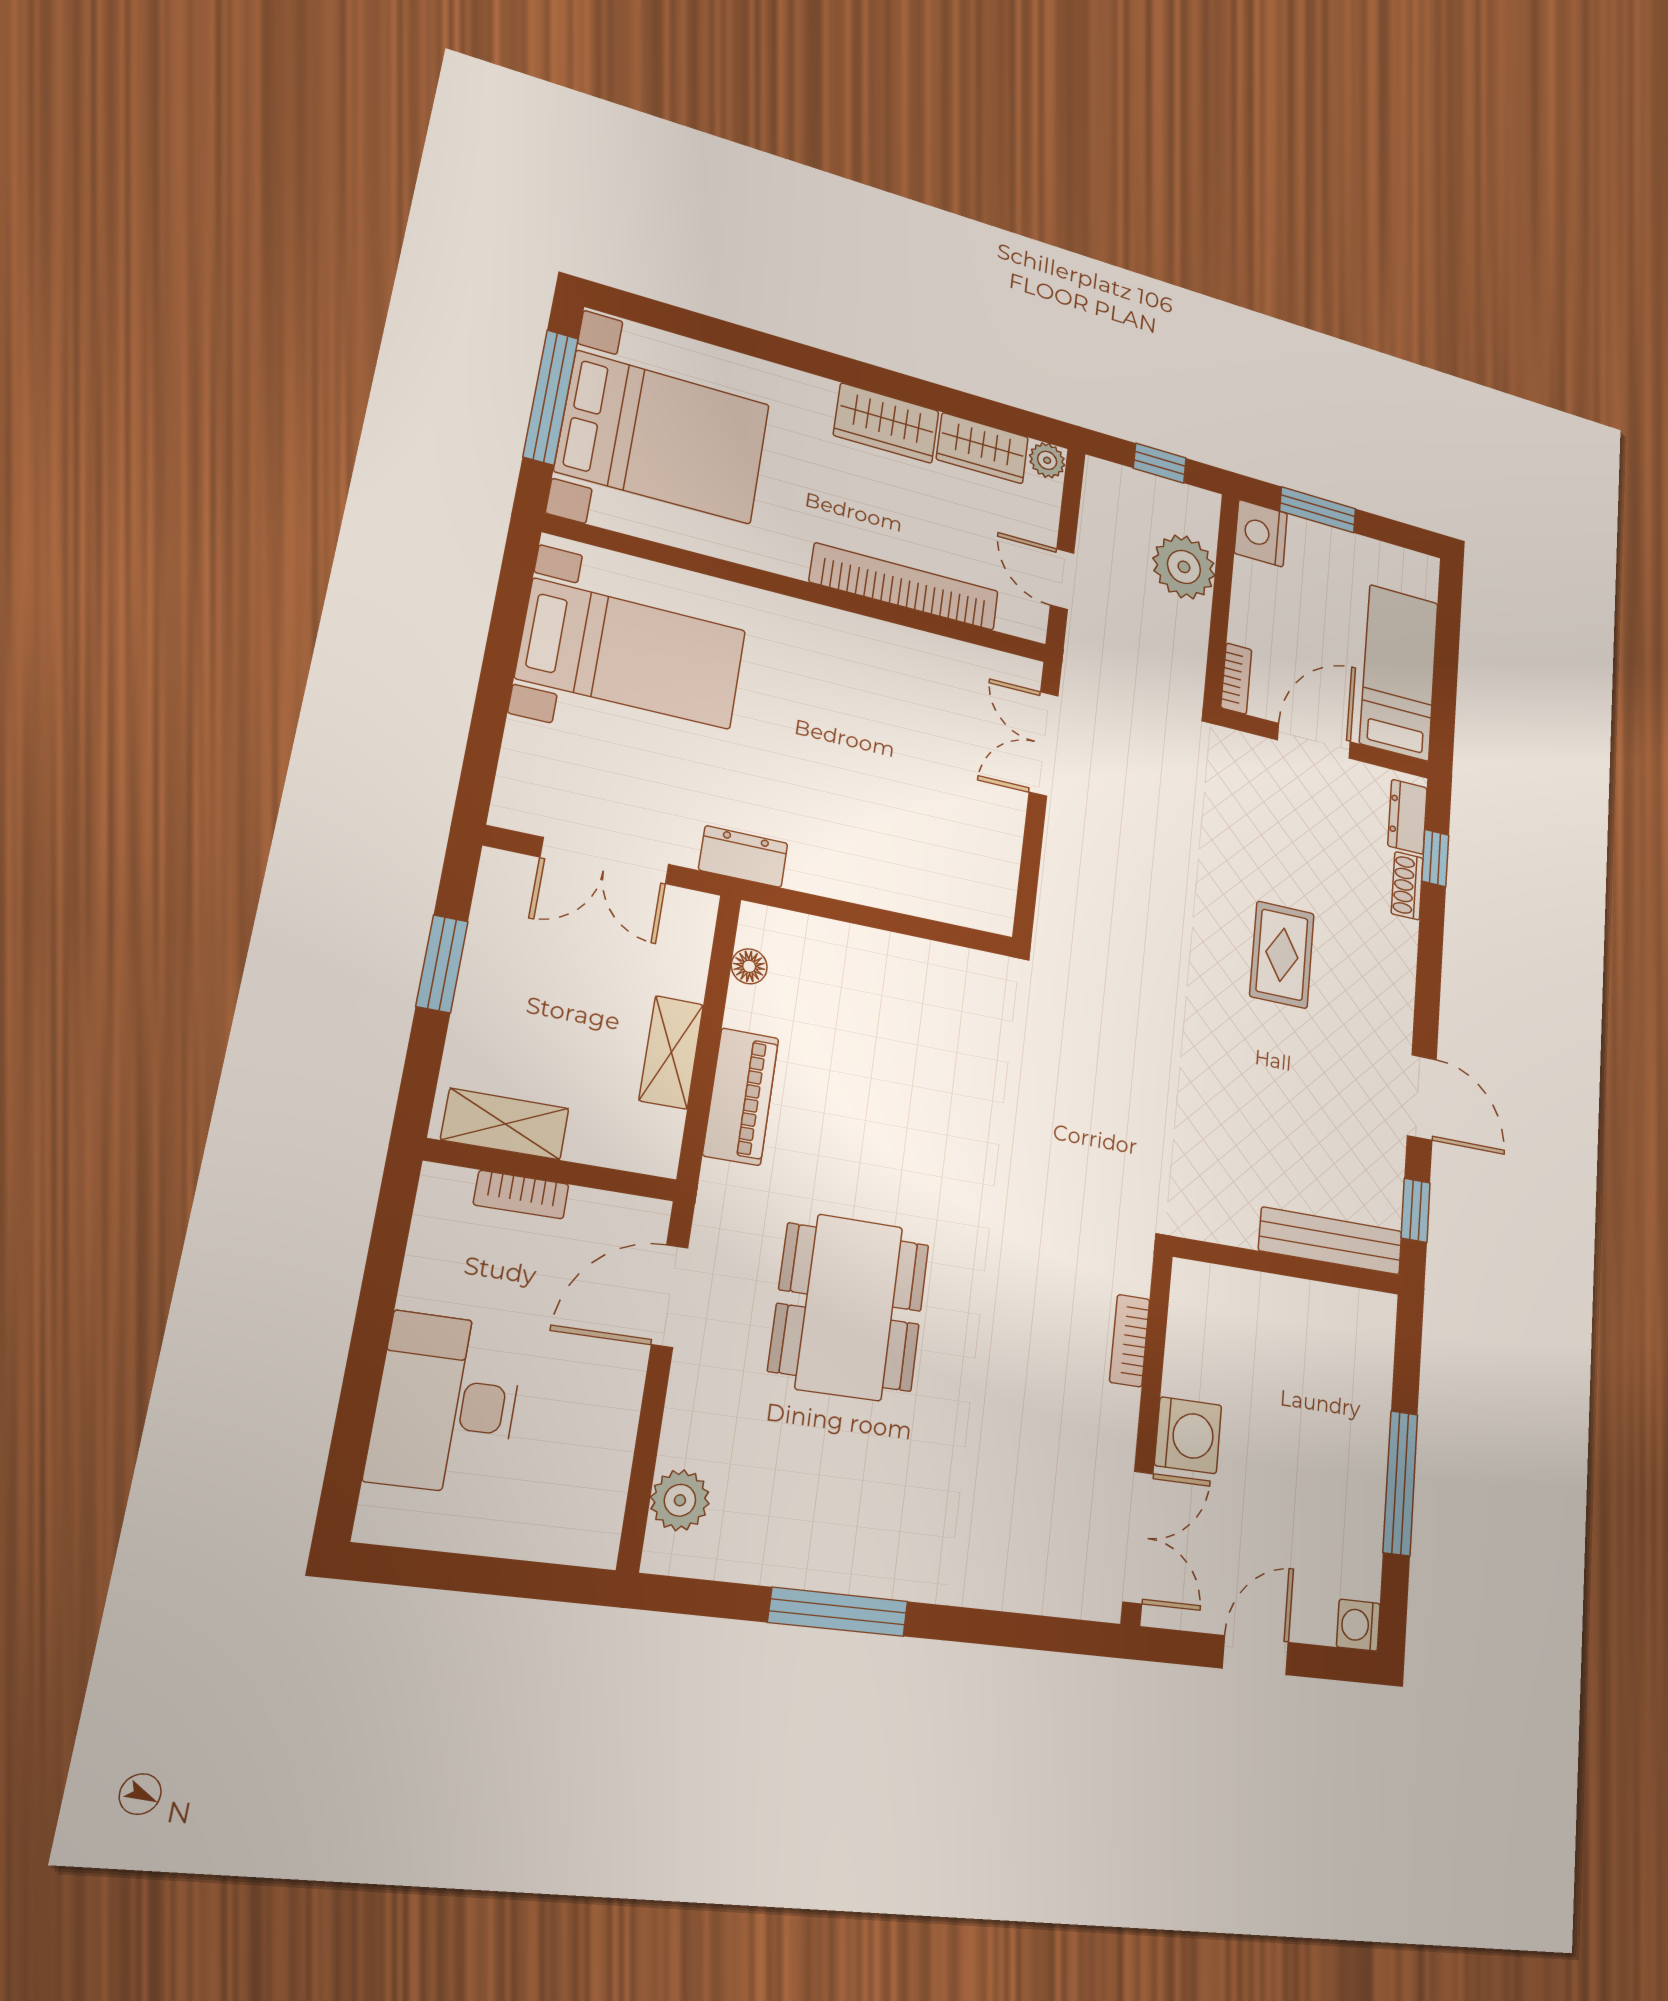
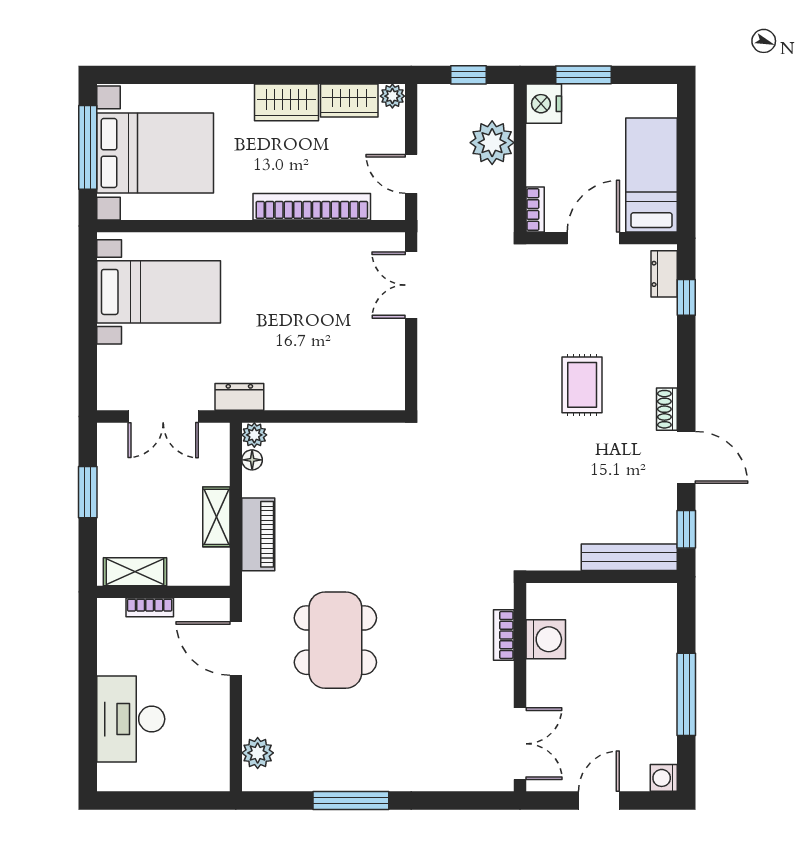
shoe rack: (1407, 886) -> (667, 409), moved
plant: (759, 925) -> (254, 435), added
door: (670, 1296) -> (236, 649), hinge flipped
washing machine: (1188, 1435) -> (546, 639), moved

